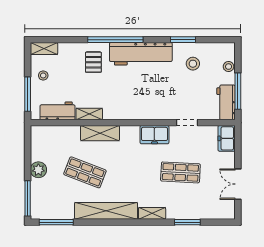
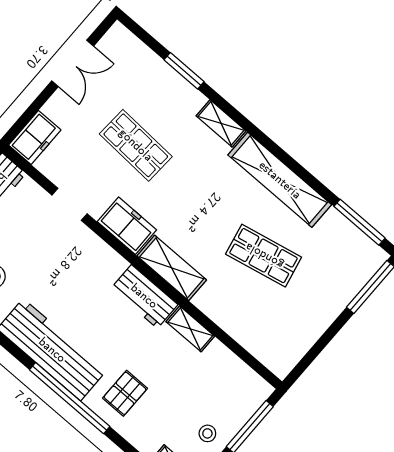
workbench: (57, 111) -> (144, 296), moved
shelving: (100, 133) -> (172, 268), moved
plant: (38, 170) -> (323, 313), removed
shop shelf: (85, 172) -> (264, 256), turned -33

